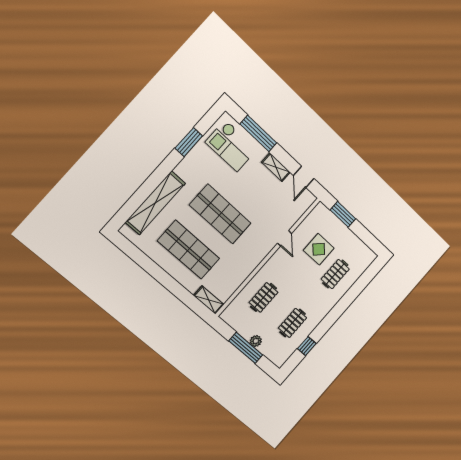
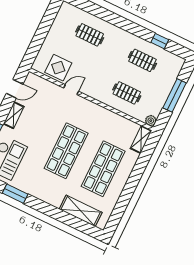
shelving: (155, 203) -> (81, 211), width x0.68
window: (343, 214) -> (36, 44), removed
display table: (319, 249) -> (58, 68), moved
plant: (256, 341) -> (151, 121), moved

